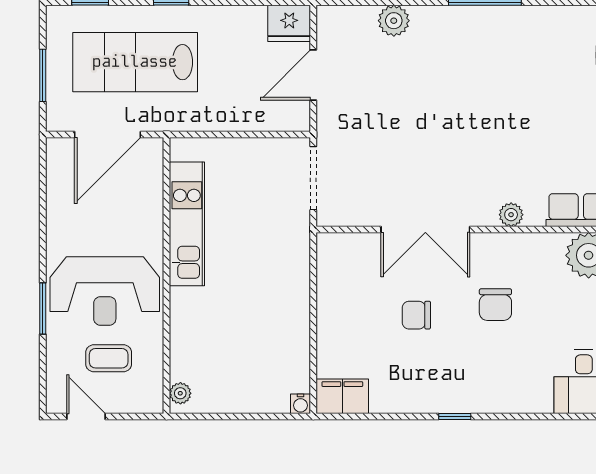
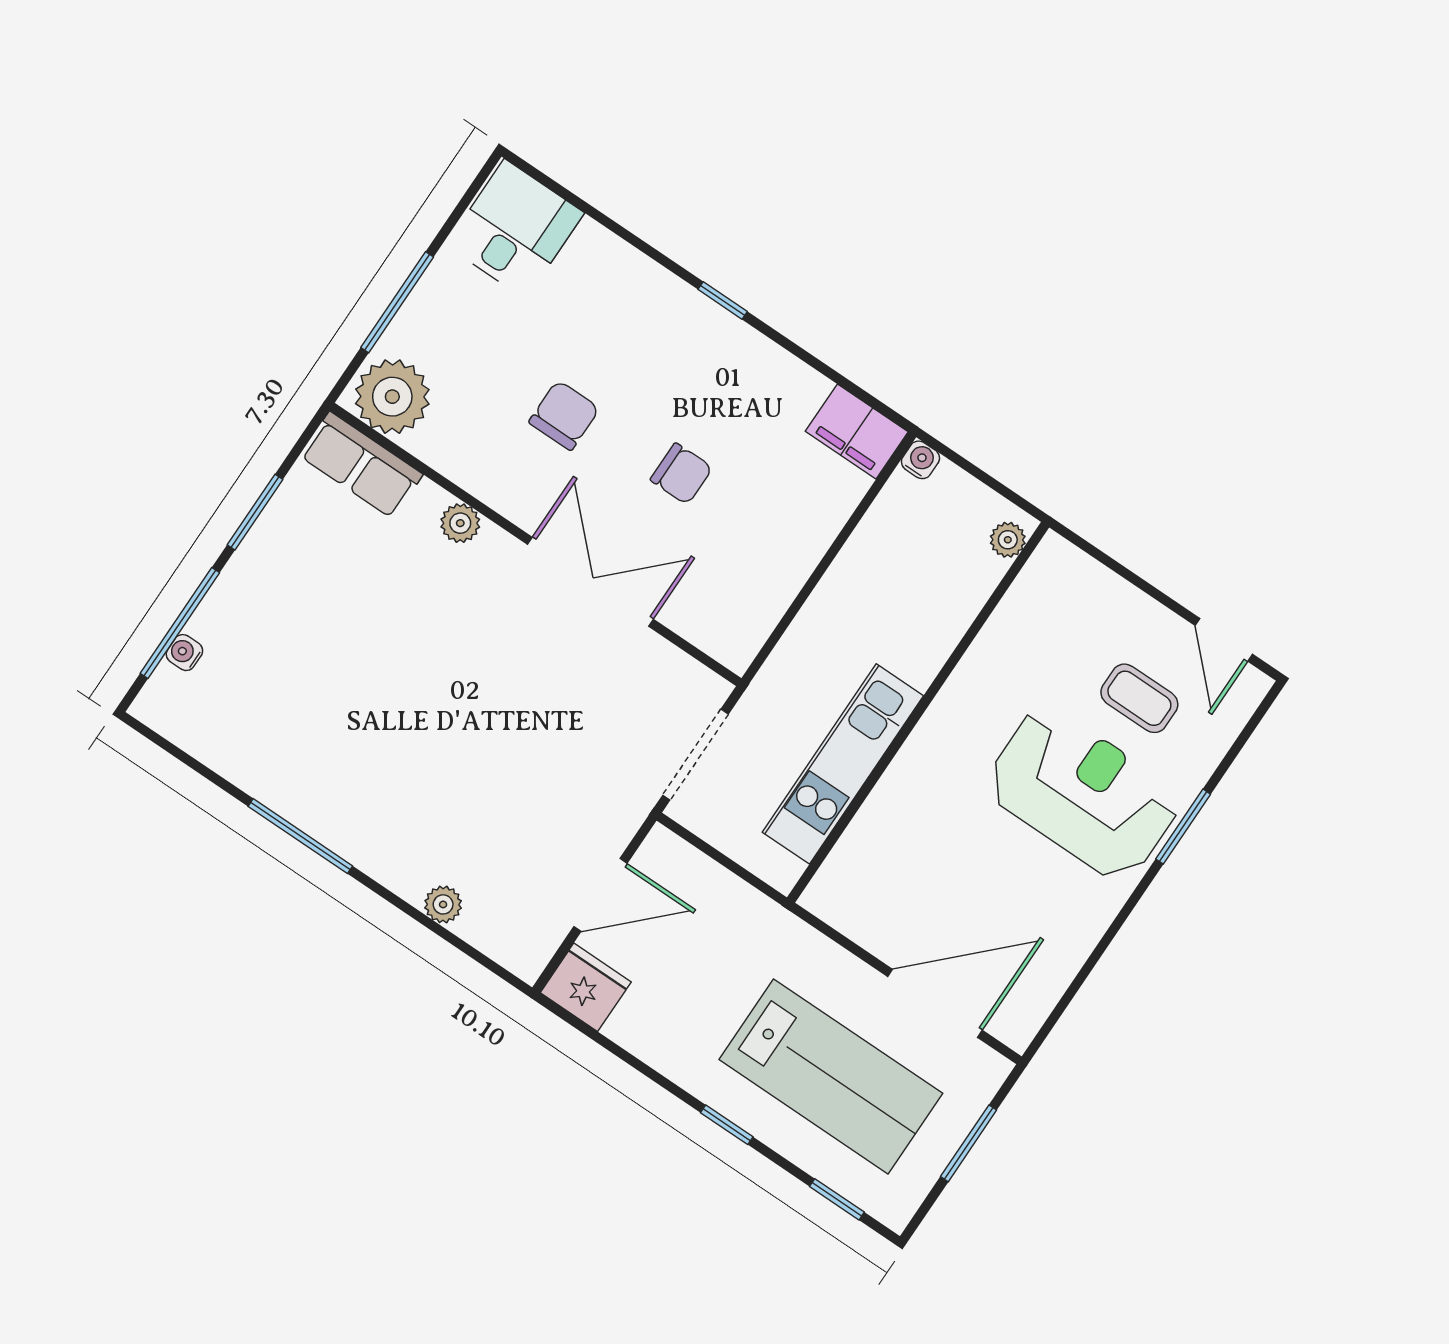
plant: (394, 21) -> (443, 904), width x0.73, depth x0.73
kitchen unit: (187, 224) -> (843, 764), moved
wall: (167, 276) -> (918, 712), moved
plant: (180, 393) -> (1008, 540), moved

